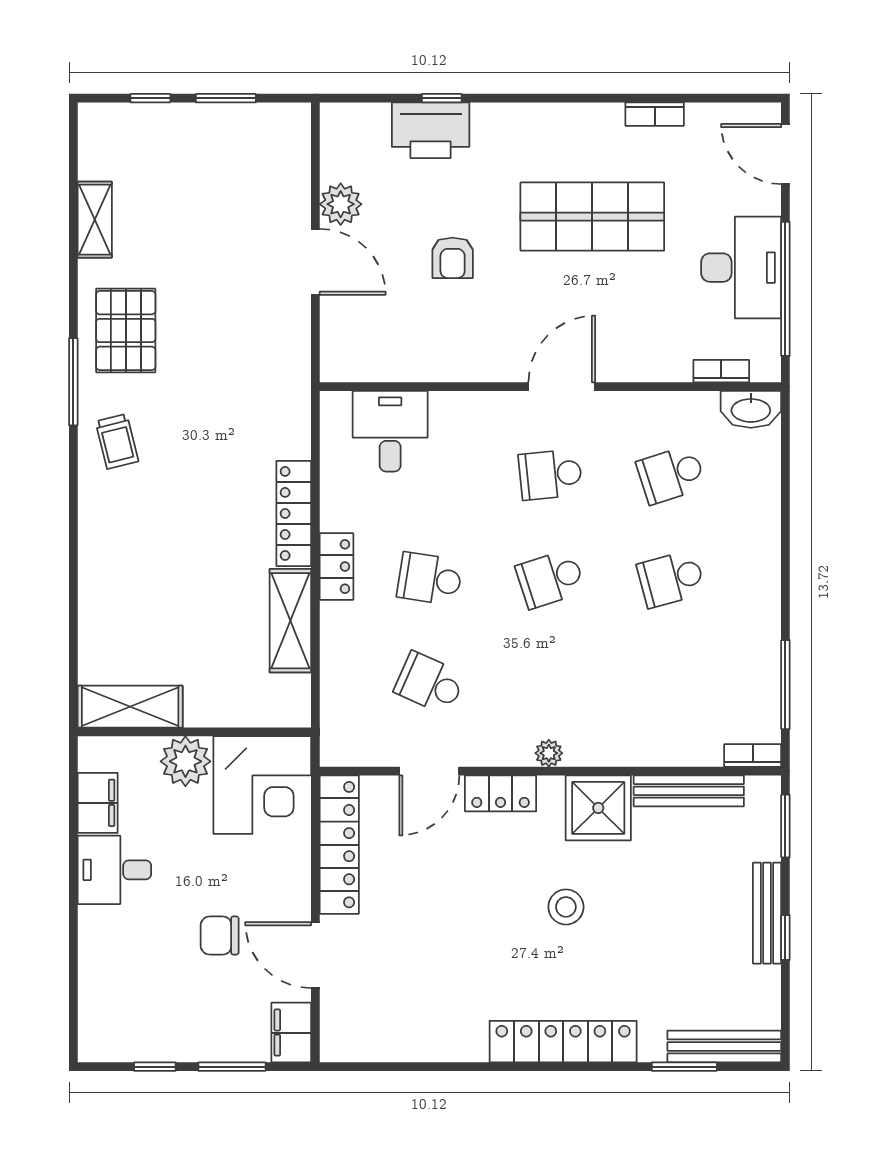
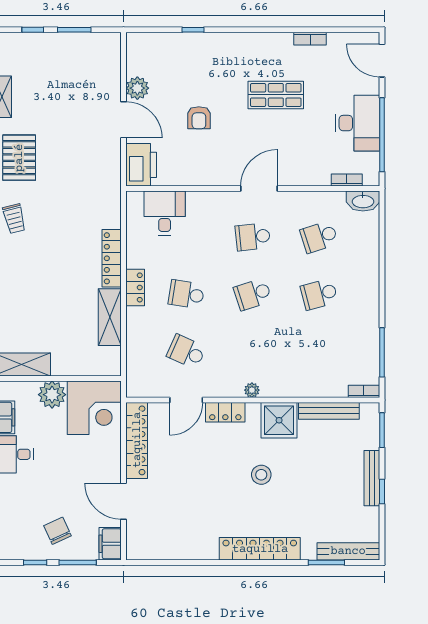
printer: (431, 130) -> (141, 165), moved, turned -90
shop shelf: (592, 217) -> (276, 95), width x0.70, depth x0.74
chair: (220, 935) -> (57, 531), moved, turned 65

